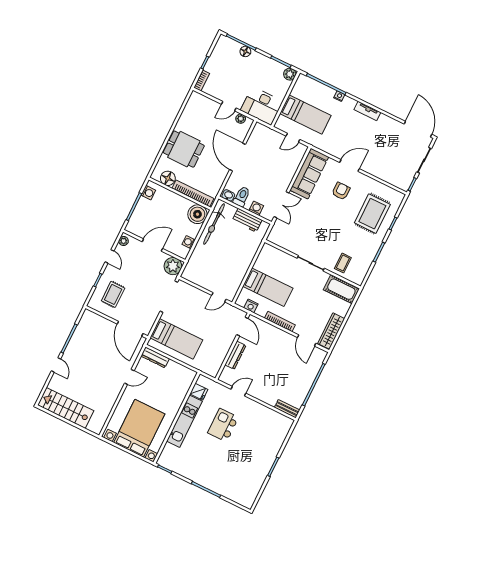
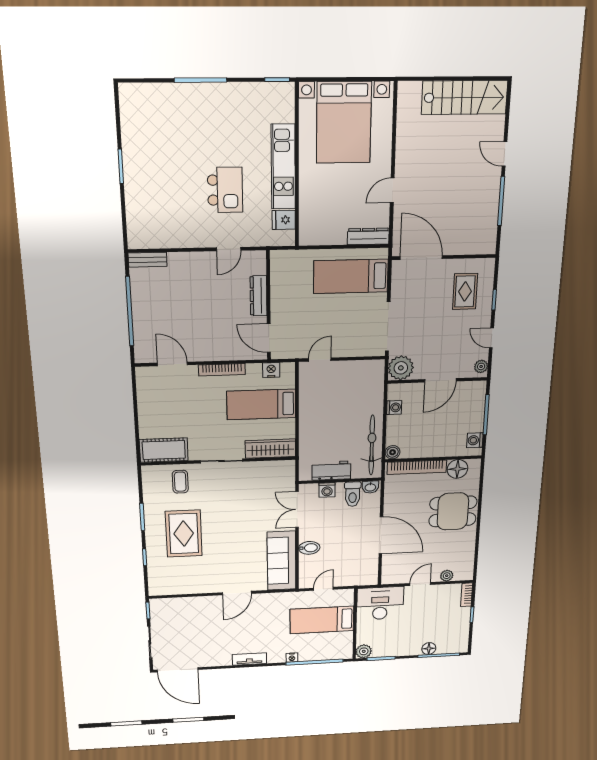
plant: (241, 119) -> (447, 576), moved
bidet: (287, 173) -> (309, 548), added
armchair: (341, 191) -> (231, 561), removed
boiler: (197, 214) -> (393, 452), width x0.54, depth x0.54
rug: (372, 214) -> (184, 534), moved
wardrobe: (331, 331) -> (270, 449), moved, turned -90

